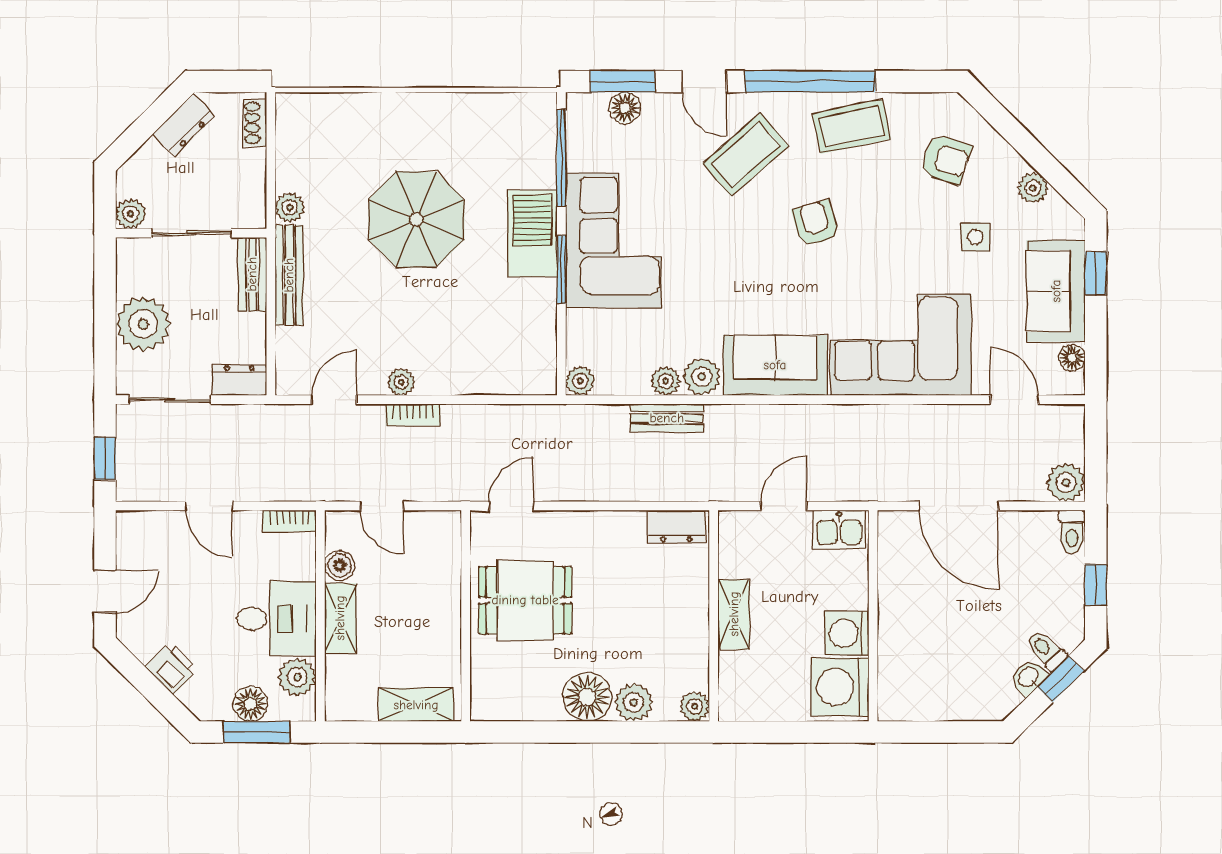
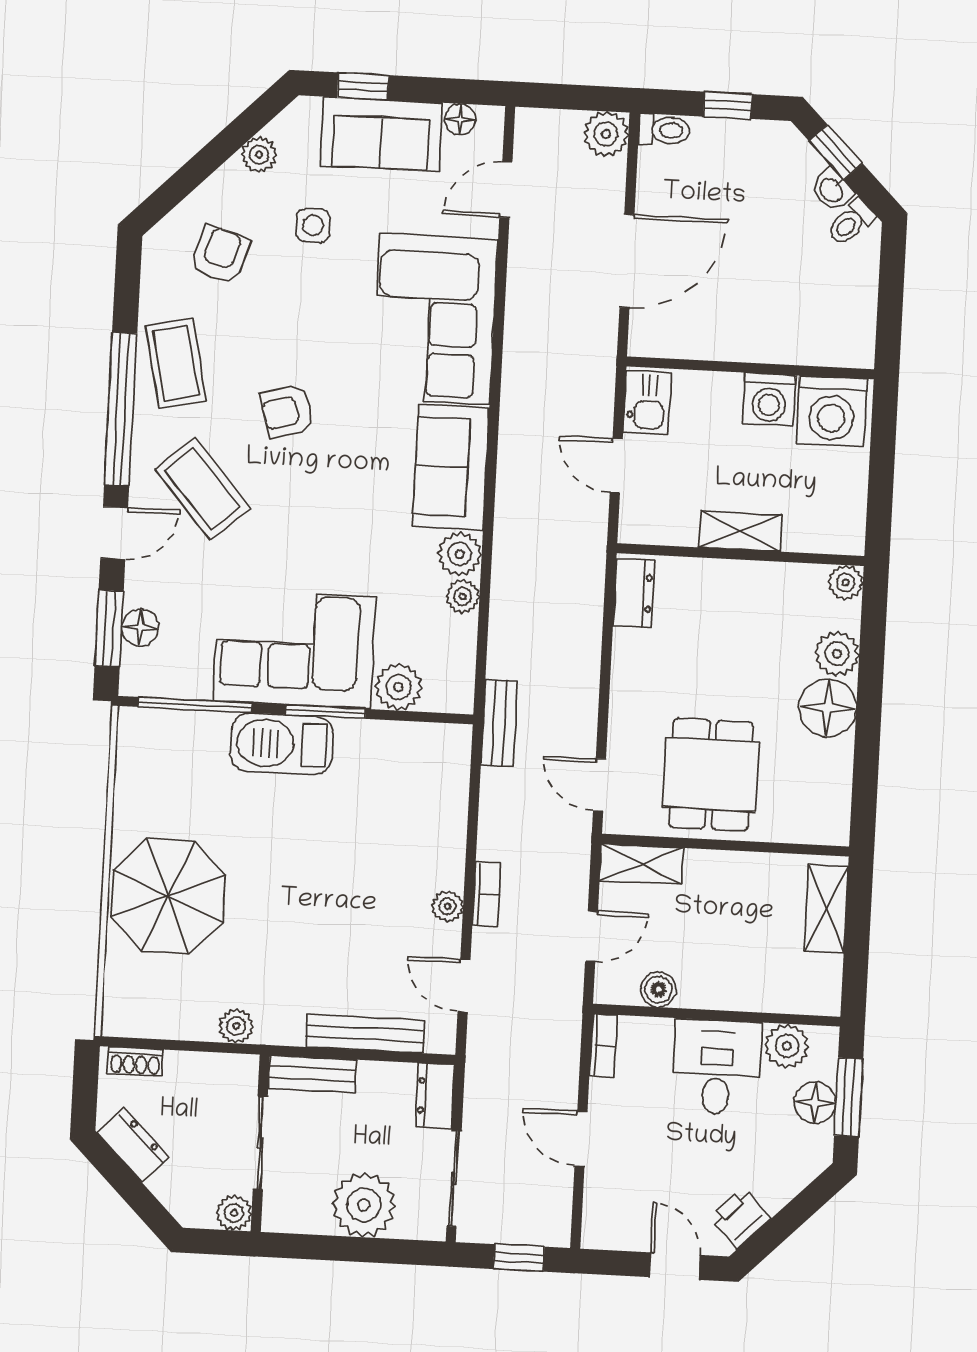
parasol: (416, 219) -> (168, 896), moved
bench: (289, 275) -> (365, 1034), moved
plant: (580, 381) -> (398, 687), moved, width x1.38, depth x1.38
bench: (667, 418) -> (499, 723), moved
door: (209, 506) -> (581, 1139), swing flipped
shelving: (340, 618) -> (641, 864), moved
toilet: (1046, 650) -> (851, 222), moved
printer: (172, 668) -> (740, 1218), moved

